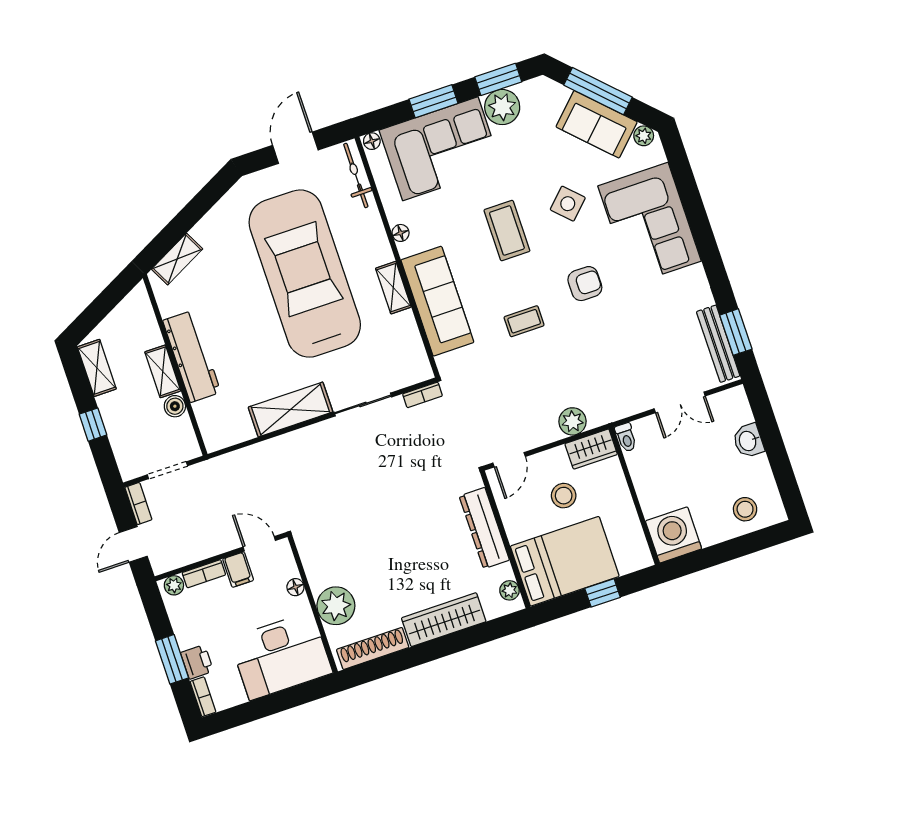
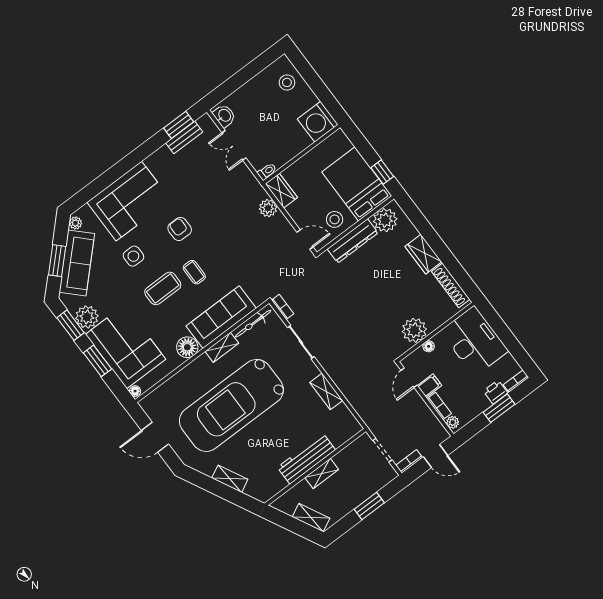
window: (598, 91) -> (57, 261), width x0.69
sofa: (597, 124) -> (77, 263), width x1.36
bicycle: (356, 175) -> (253, 324), moved
side table: (568, 204) -> (133, 256), turned 45
floor lamp: (401, 233) -> (187, 347), width x1.89, depth x1.89
shelving: (177, 259) -> (230, 479), moved
coffee table: (524, 321) -> (194, 272), moved
bench: (718, 344) -> (184, 137), width x0.73
shelving: (97, 368) -> (311, 518), moved, turned 63
double door: (680, 402) -> (234, 145), swing flipped
boiler: (175, 406) -> (341, 459), removed
shelving: (291, 410) -> (326, 391), width x0.67, depth x0.75
window: (93, 425) -> (369, 506), width x1.50
washbasin: (748, 441) -> (224, 116), moved, turned -90
stool: (564, 496) -> (335, 219), moved
plant: (510, 590) -> (385, 220), width x1.88, depth x1.88
window: (603, 593) -> (382, 172), moved
plant: (336, 606) -> (414, 330), moved
wardrobe: (444, 620) -> (423, 254), width x0.67

